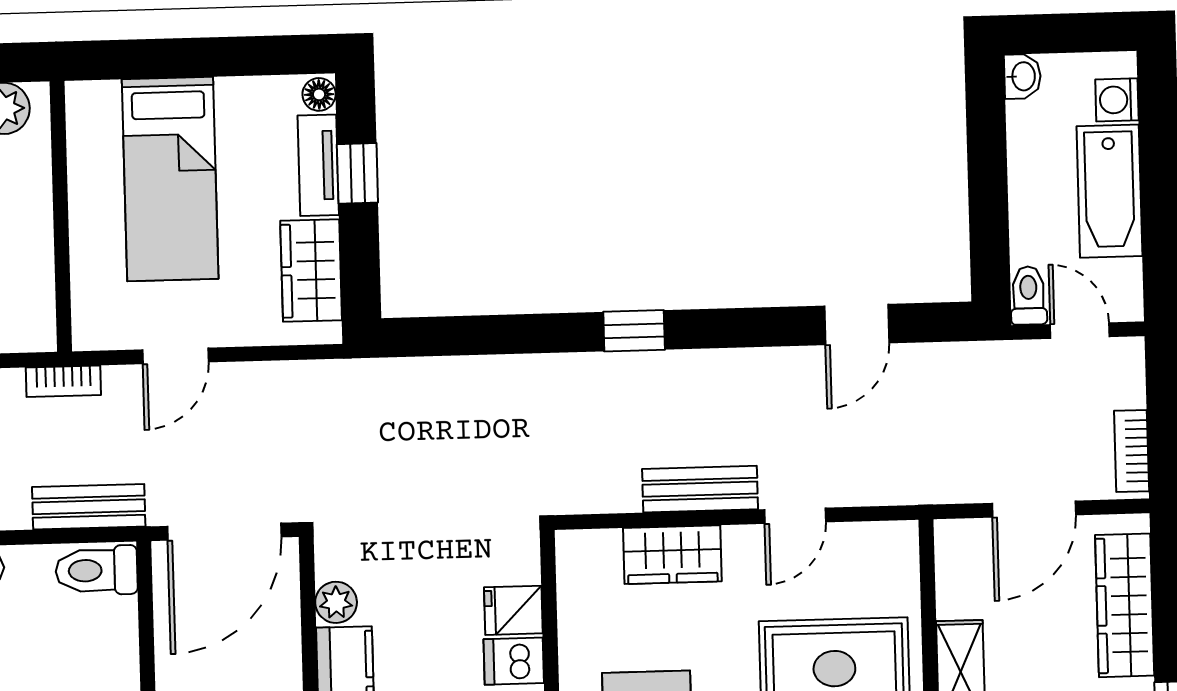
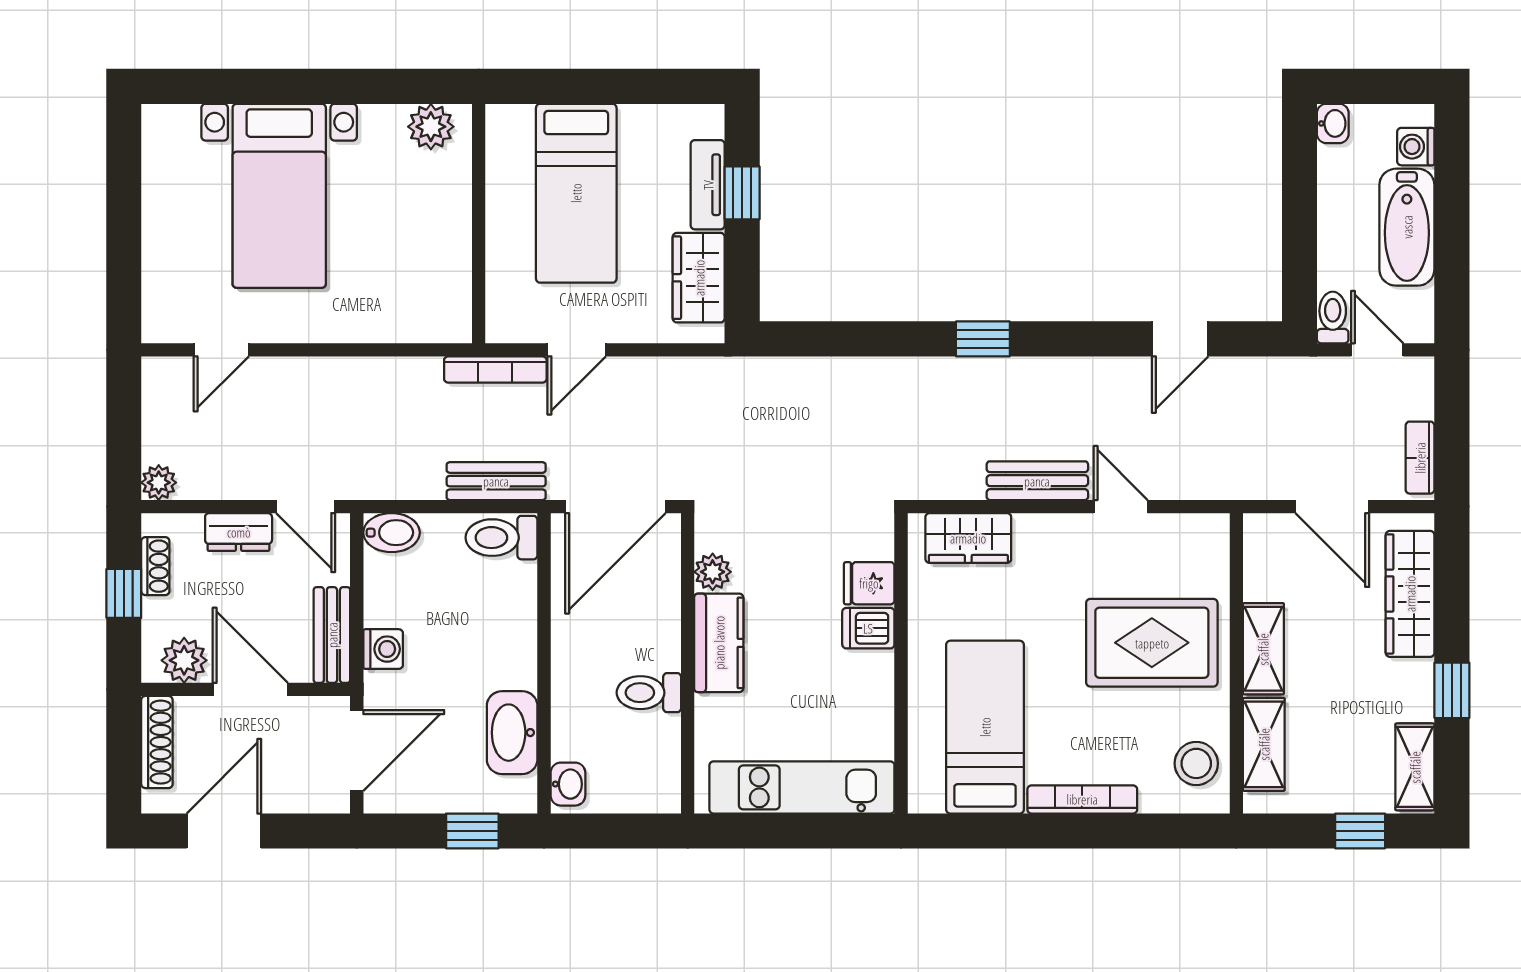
floor lamp: (319, 94) -> (710, 122), removed
bookcase: (63, 381) -> (495, 369), width x1.56
door: (1034, 509) -> (1332, 507), hinge flipped
door: (795, 516) -> (1121, 507), swing flipped
wardrobe: (672, 555) -> (968, 538), moved

